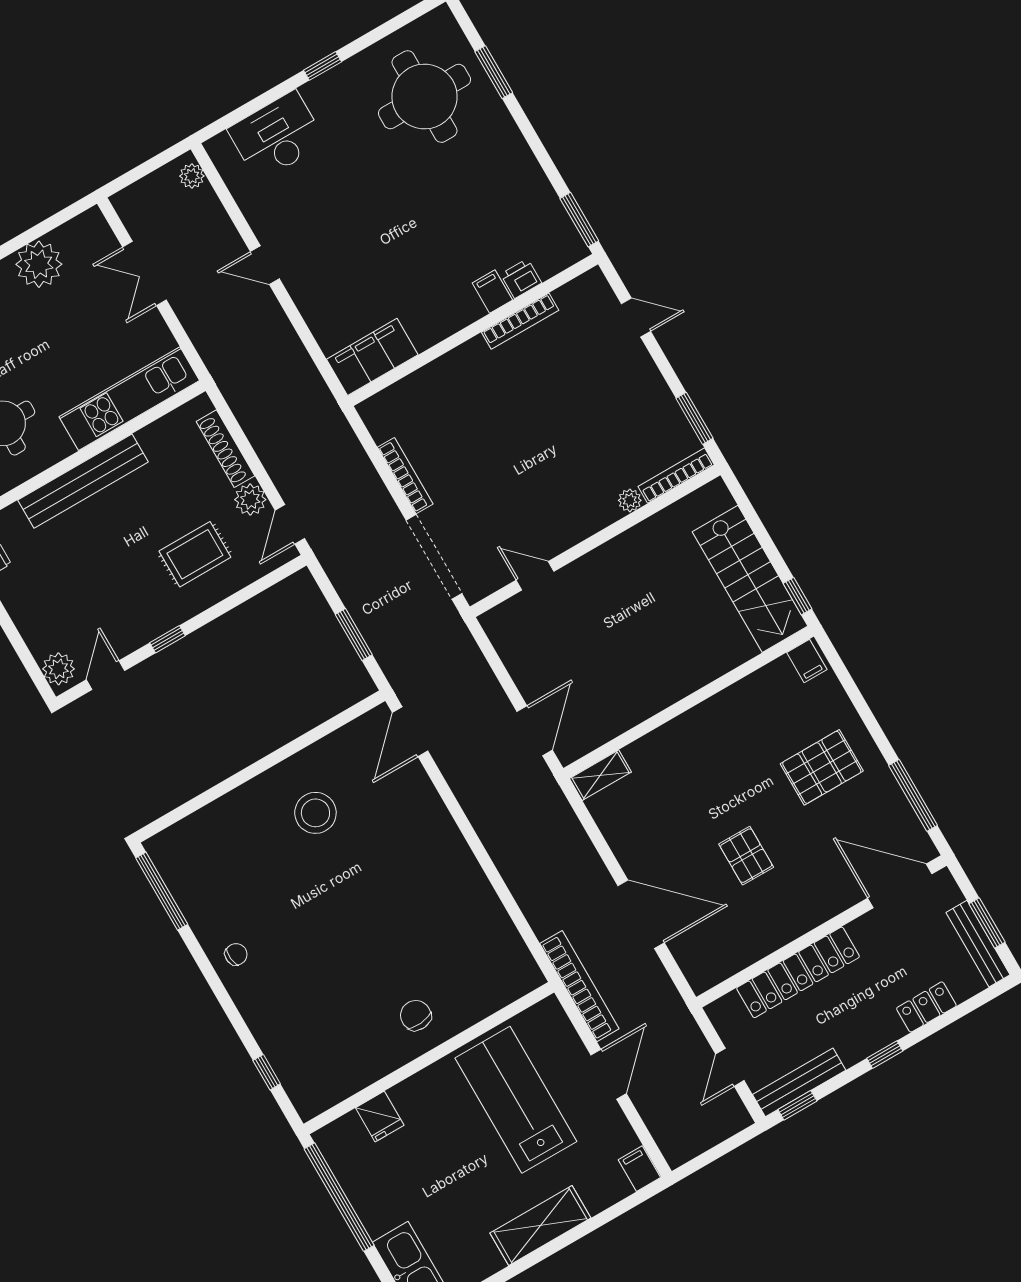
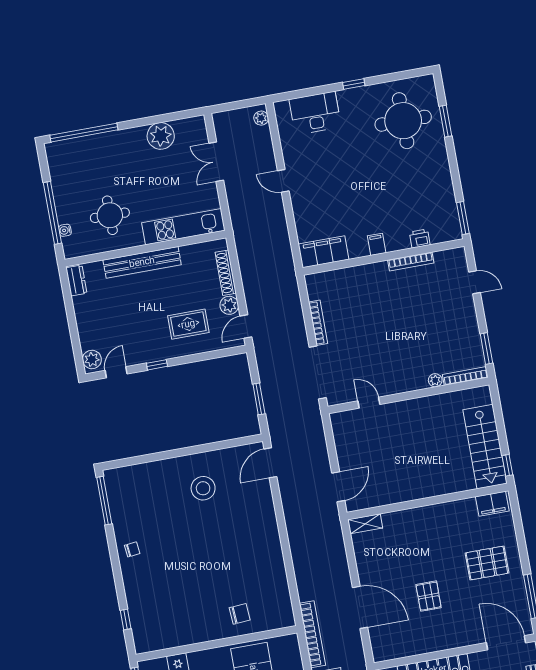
filing cabinet: (492, 291) -> (377, 244), moved
filing cabinet: (807, 661) -> (492, 504), width x2.00
chair: (416, 1015) -> (240, 614), moved, turned 91

